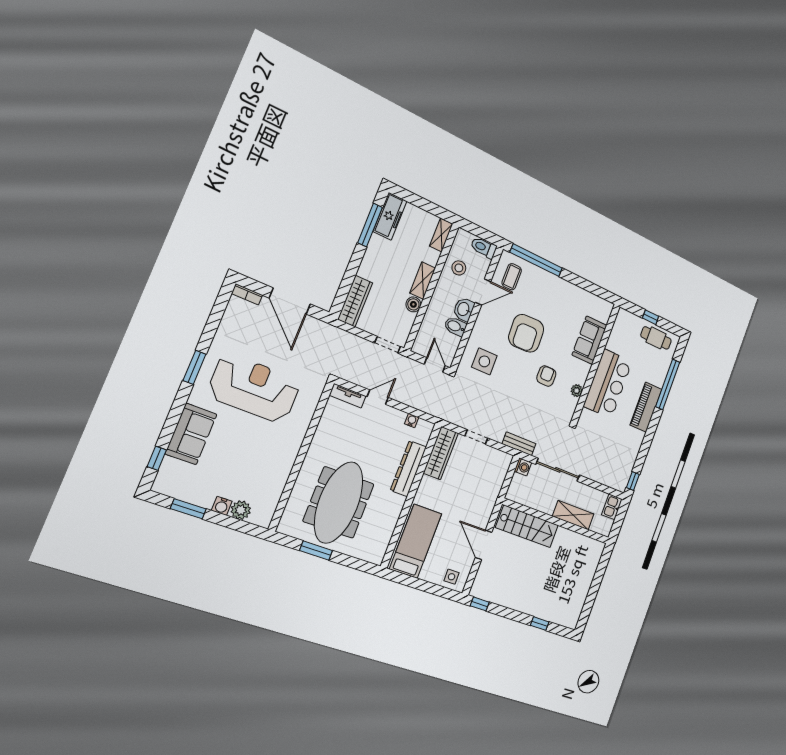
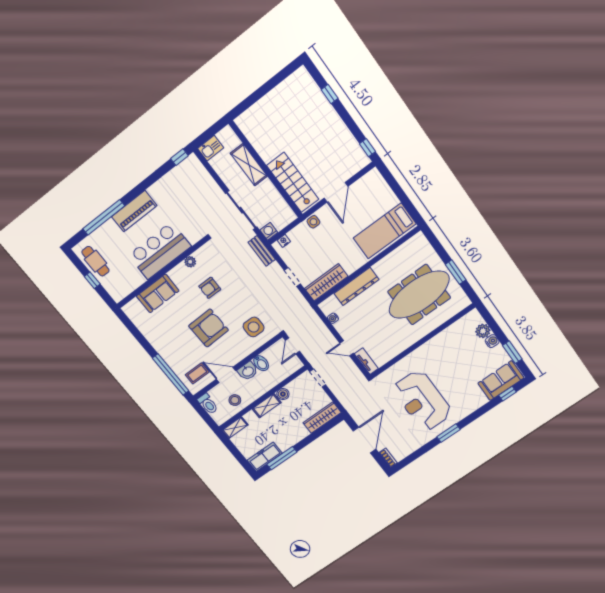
sofa: (191, 434) -> (501, 381), moved
nightstand: (504, 467) -> (284, 241), added
side table: (452, 577) -> (313, 222), moved

